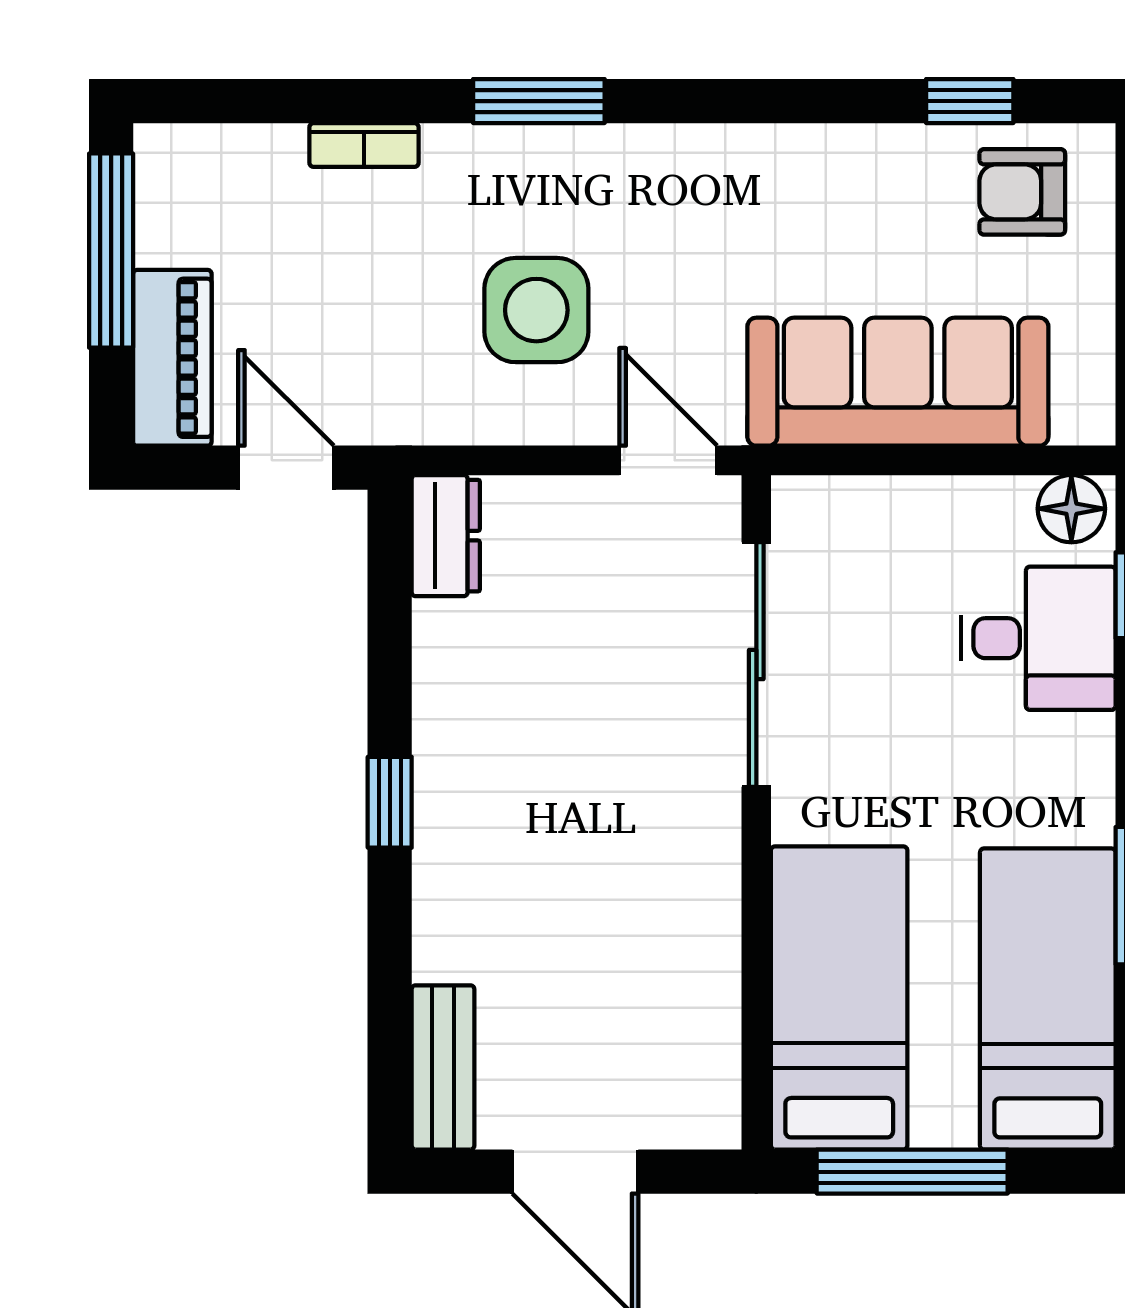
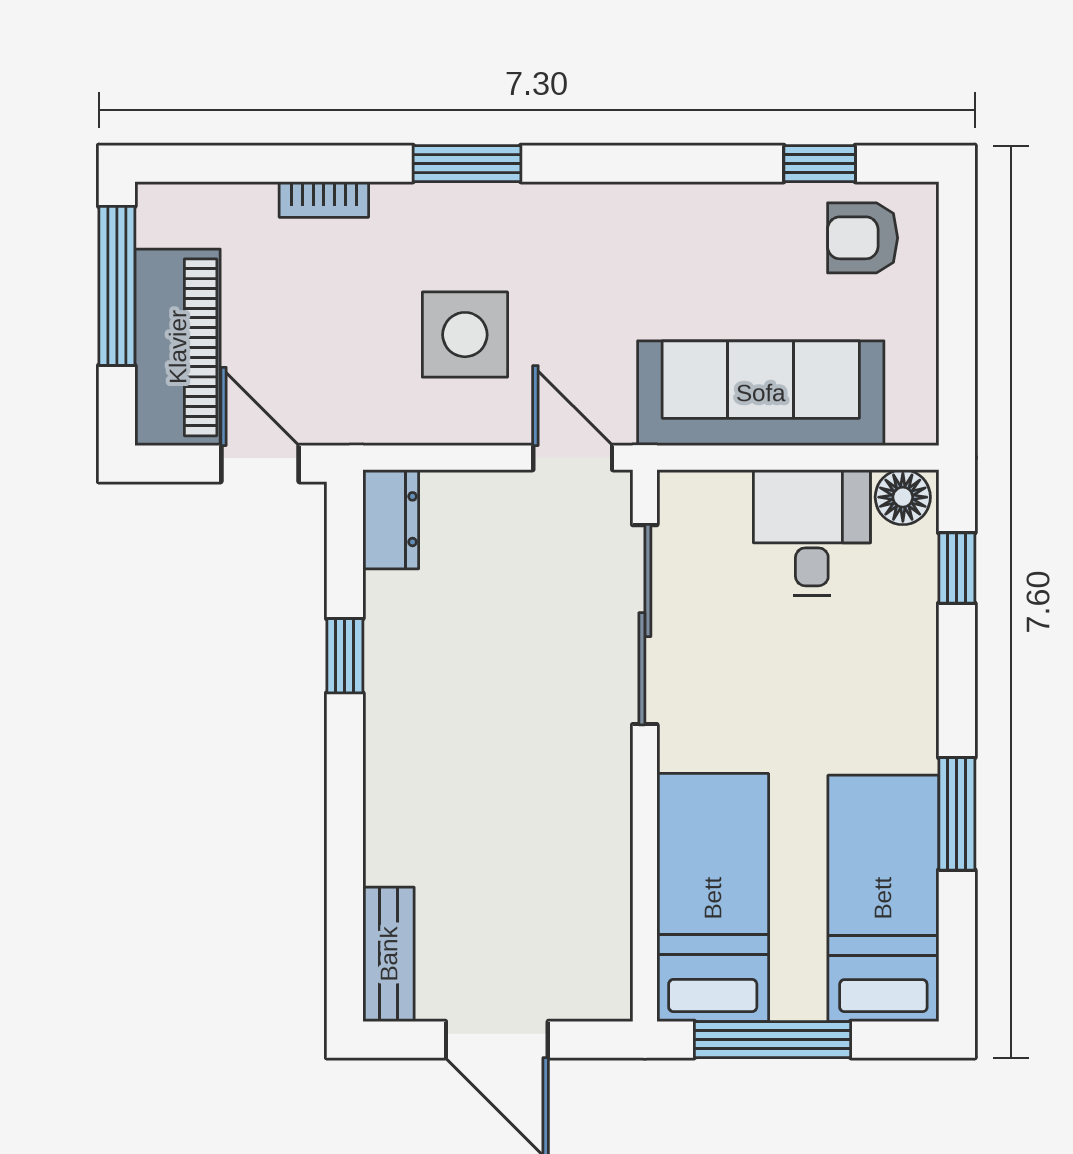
piano: (172, 358) -> (178, 347), width x1.37, depth x1.33
desk: (1038, 638) -> (812, 533), moved, turned -90
window: (390, 802) -> (345, 656), moved

